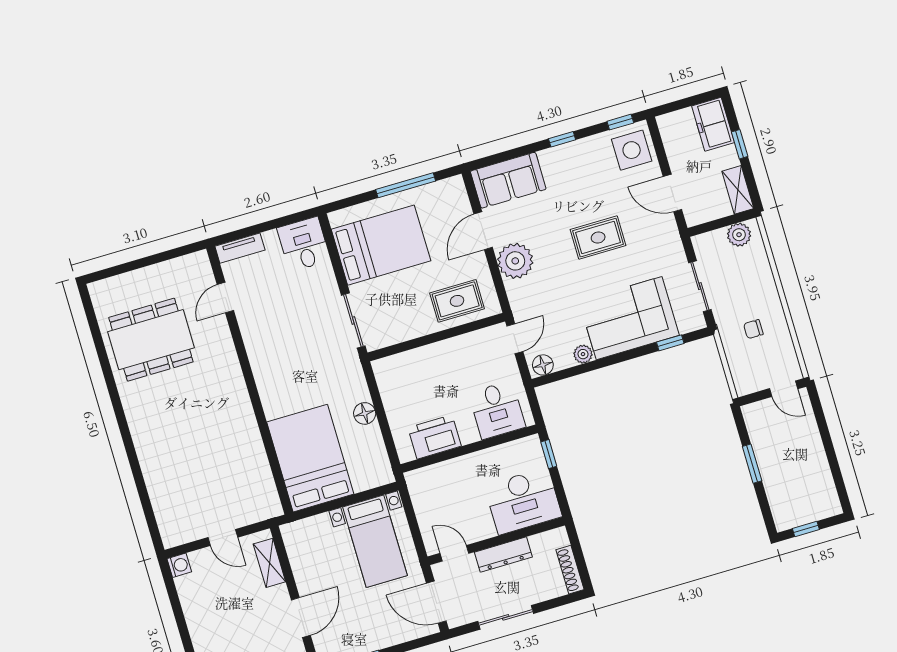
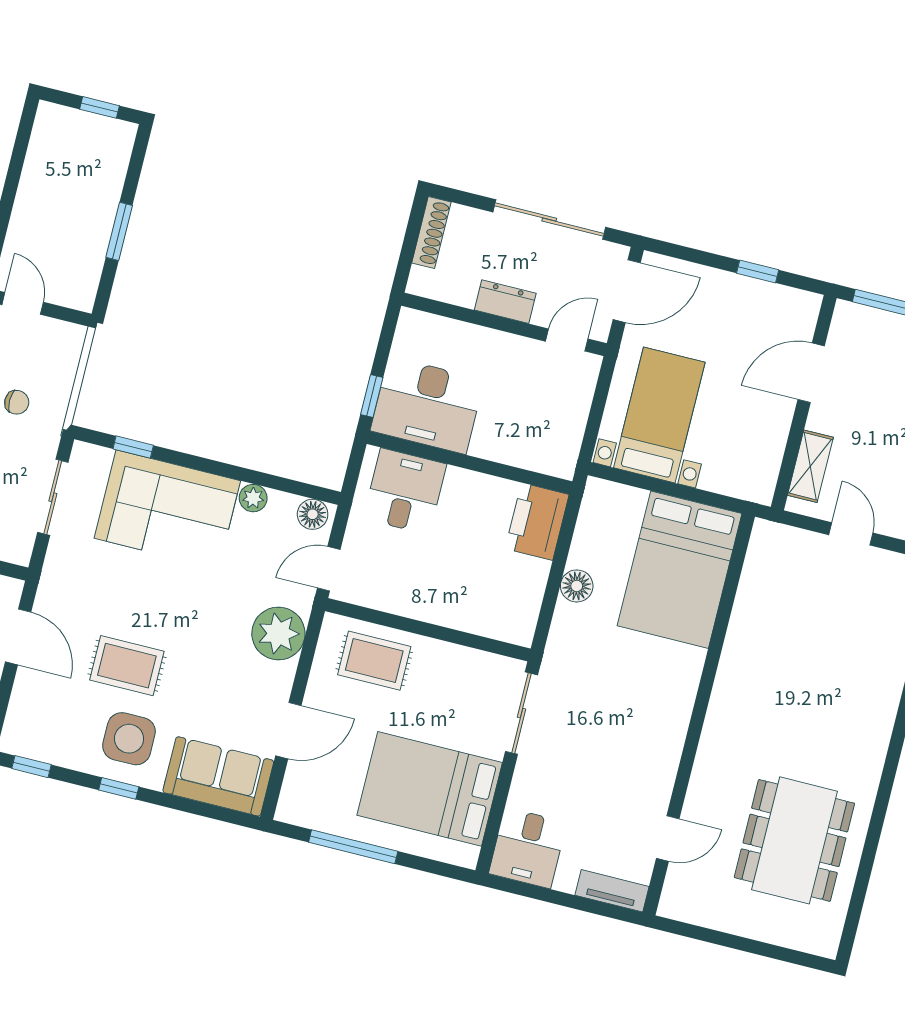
side table: (632, 150) -> (129, 739), moved
rug: (598, 238) -> (127, 666), moved
plant: (515, 261) -> (278, 634), moved
dining table: (151, 340) -> (794, 840), turned 90
printer: (435, 437) -> (537, 522), moved, turned 90
desk: (523, 501) -> (427, 405), moved, turned 180
door: (454, 553) -> (567, 340), swing flipped
dresser: (503, 555) -> (505, 302), width x0.70
door: (436, 602) -> (627, 291), hinge flipped
sliding door: (506, 617) -> (549, 220), width x1.37

